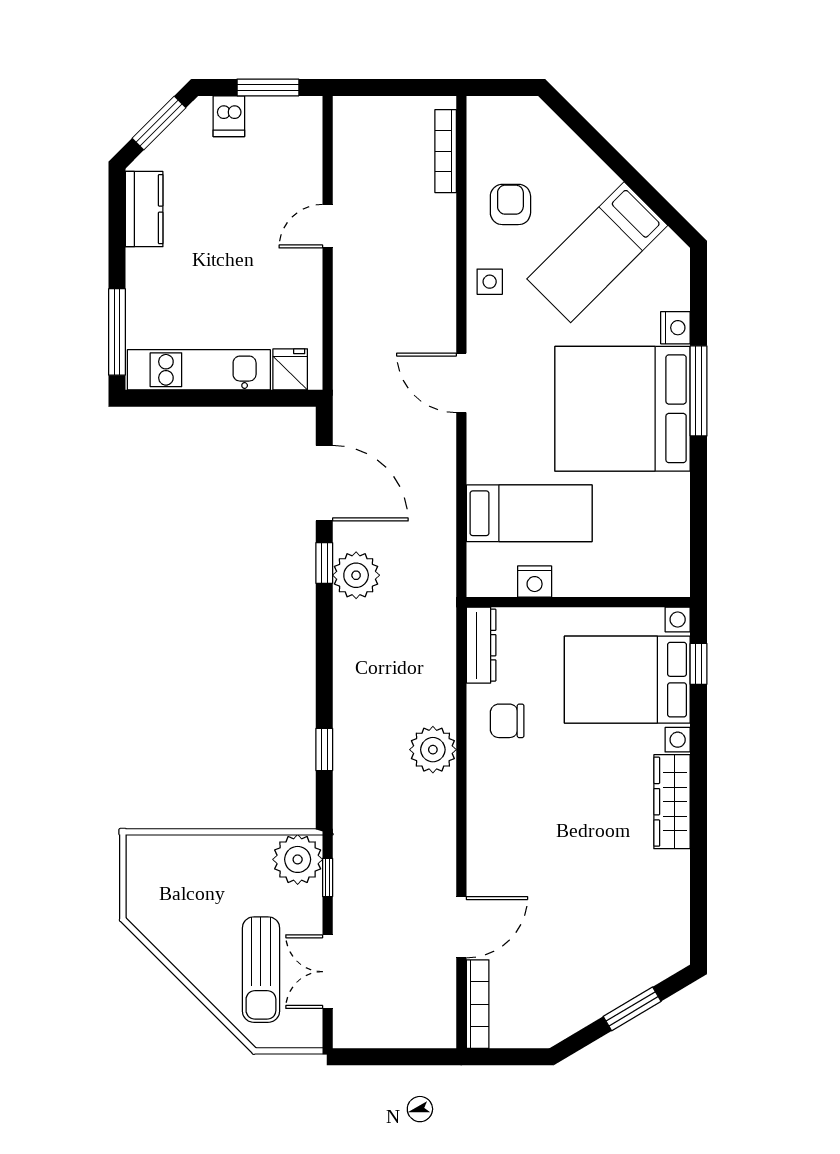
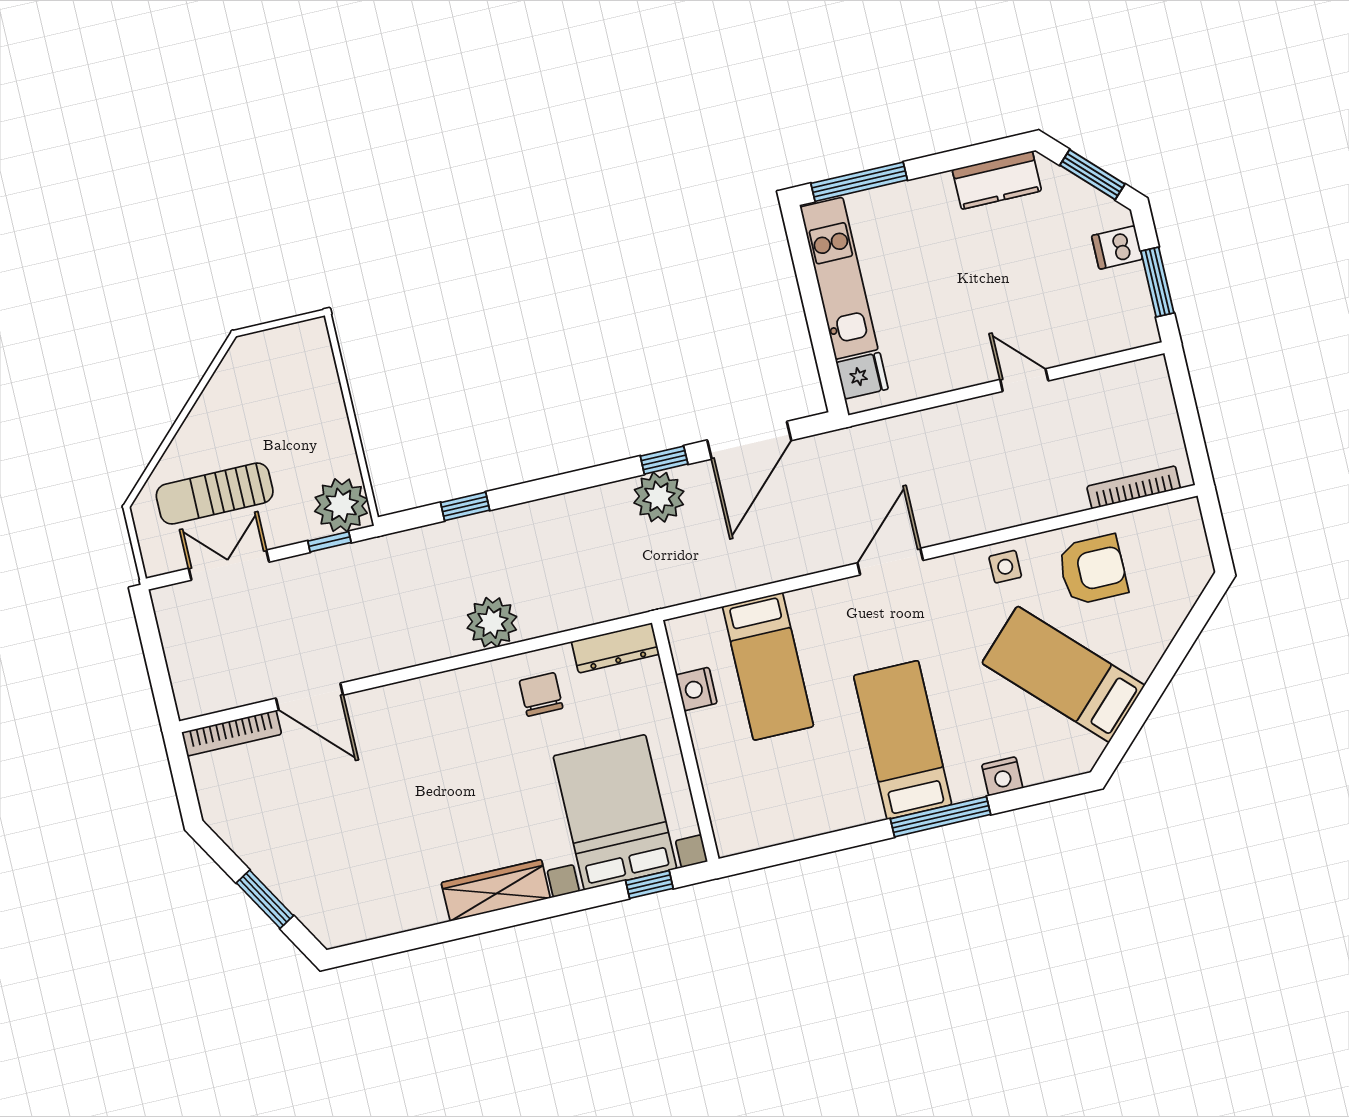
armchair: (510, 204) -> (1093, 570), width x1.38, depth x1.38
bed: (623, 409) -> (903, 740), width x0.49

